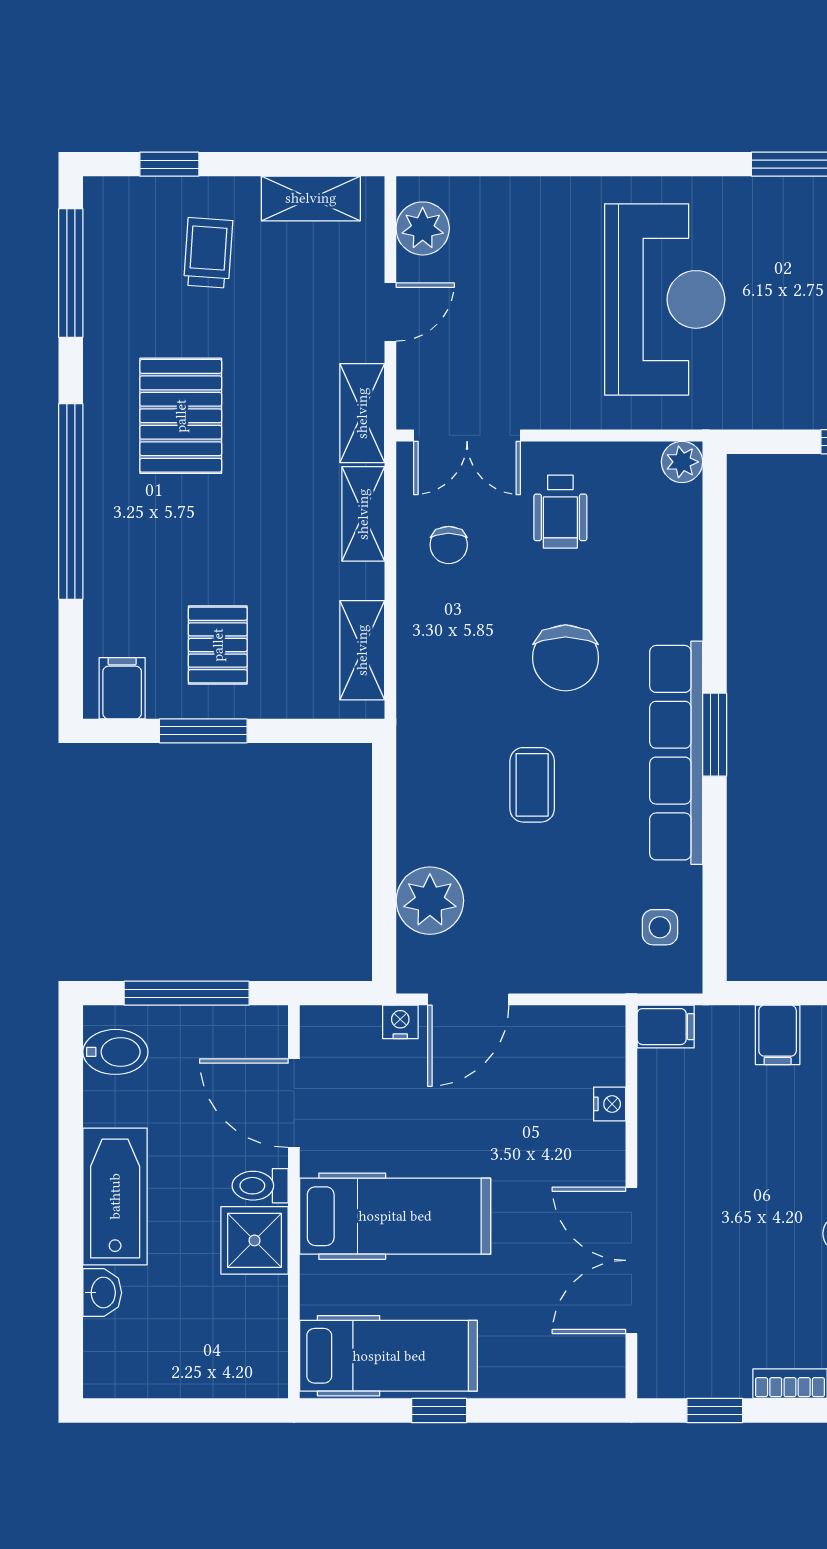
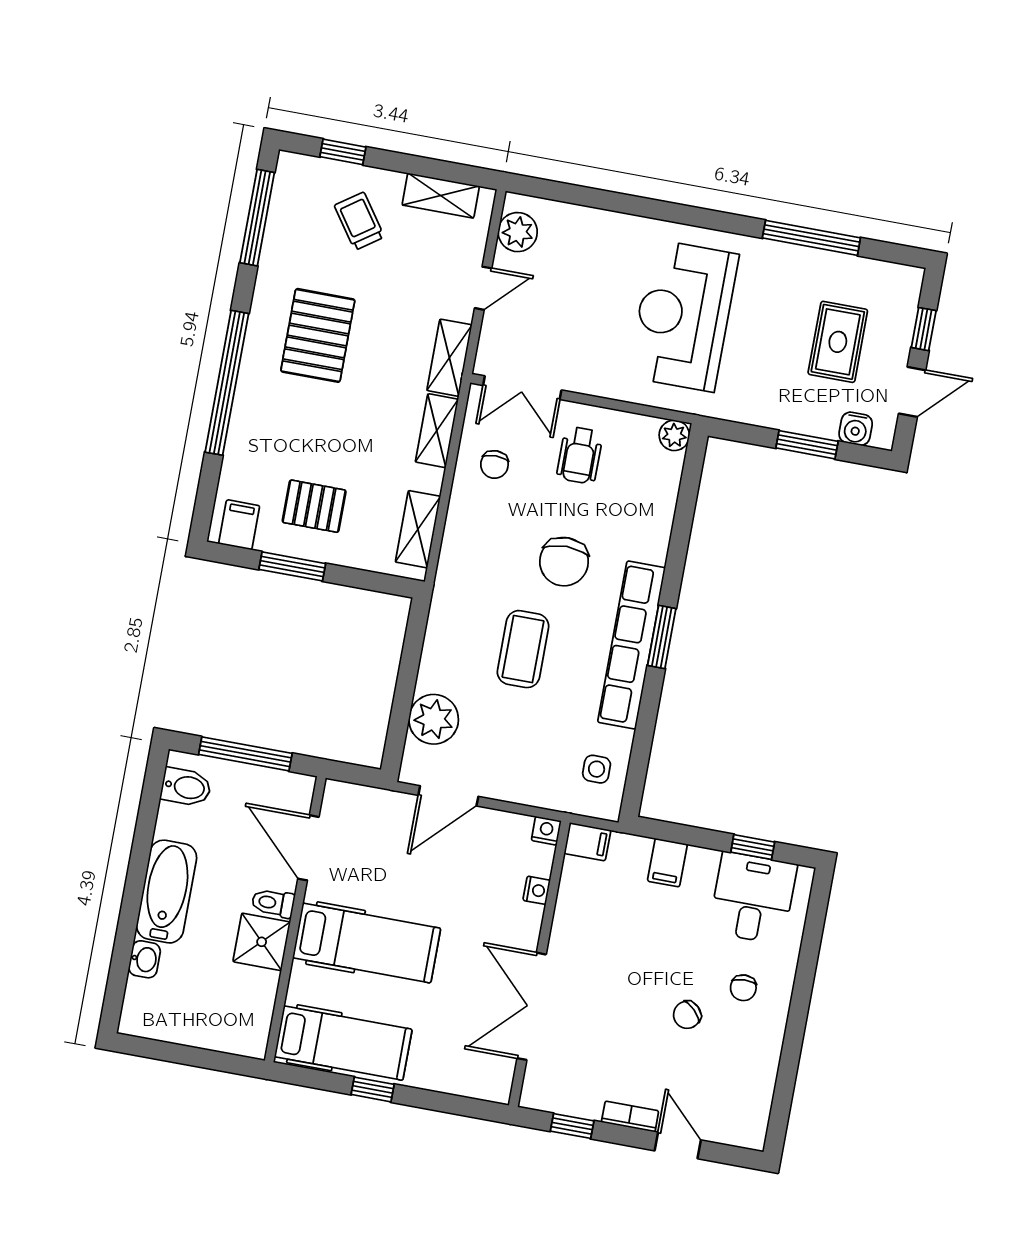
trolley: (208, 253) -> (359, 221), turned -39
reception desk: (665, 299) -> (683, 316), turned 180
pallet: (218, 645) -> (314, 506), turned 90
coffee table: (532, 785) -> (523, 649), width x1.36, depth x1.30
nightstand: (400, 1022) -> (546, 831), moved

